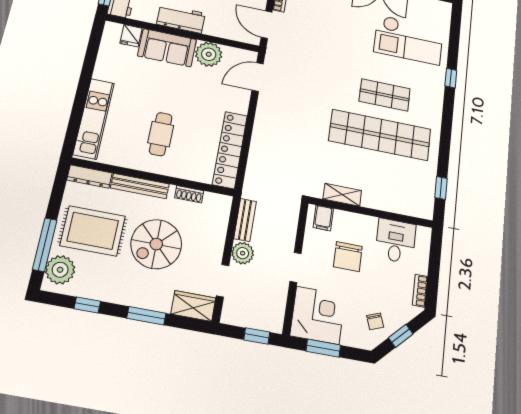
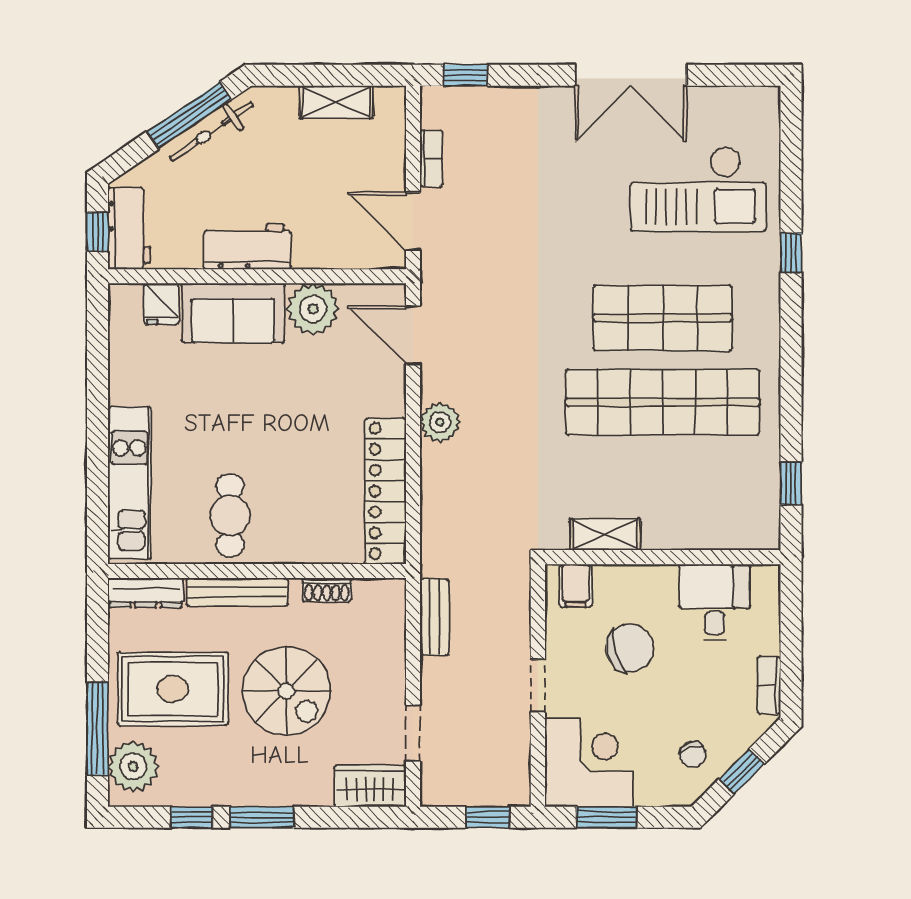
door: (258, 77) -> (413, 335), hinge flipped
shop shelf: (385, 95) -> (663, 318), width x1.43, depth x1.36
cafe table: (161, 134) -> (230, 515), moved
spiral stairs: (156, 244) -> (286, 691), turned -90
plant: (243, 253) -> (440, 422), moved
chair: (348, 257) -> (630, 648), turned -106
window: (146, 316) -> (262, 817), moved

